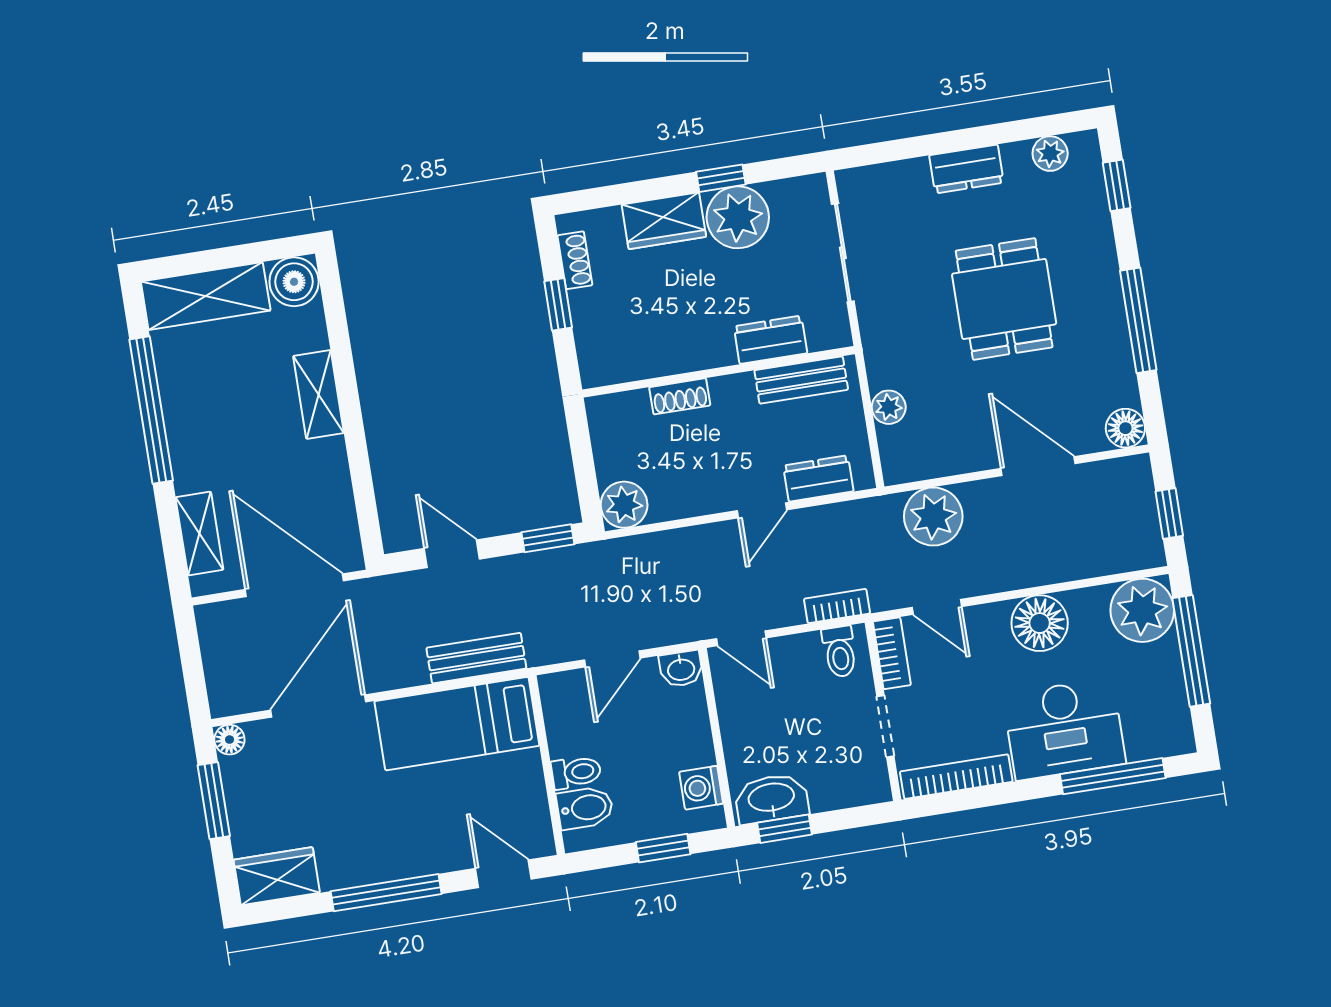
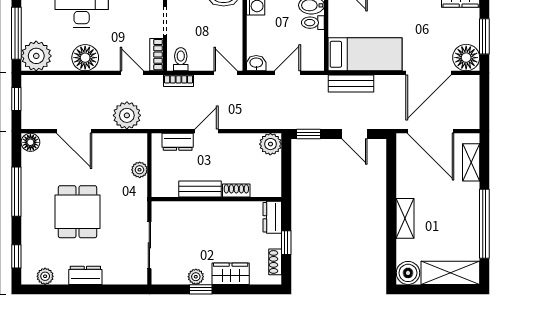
plant: (738, 217) -> (196, 277), width x0.53, depth x0.53
dresser: (771, 340) -> (272, 217), moved, turned 90
bench: (801, 380) -> (200, 189), moved
floor lamp: (229, 740) -> (466, 58), width x1.89, depth x1.89

